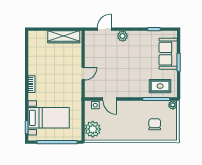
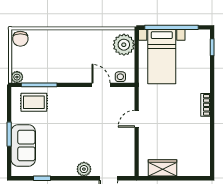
wardrobe: (64, 37) -> (163, 168), width x0.67
bed with nightstands: (49, 118) -> (162, 57), moved, turned -90
chair: (155, 124) -> (20, 39), moved

